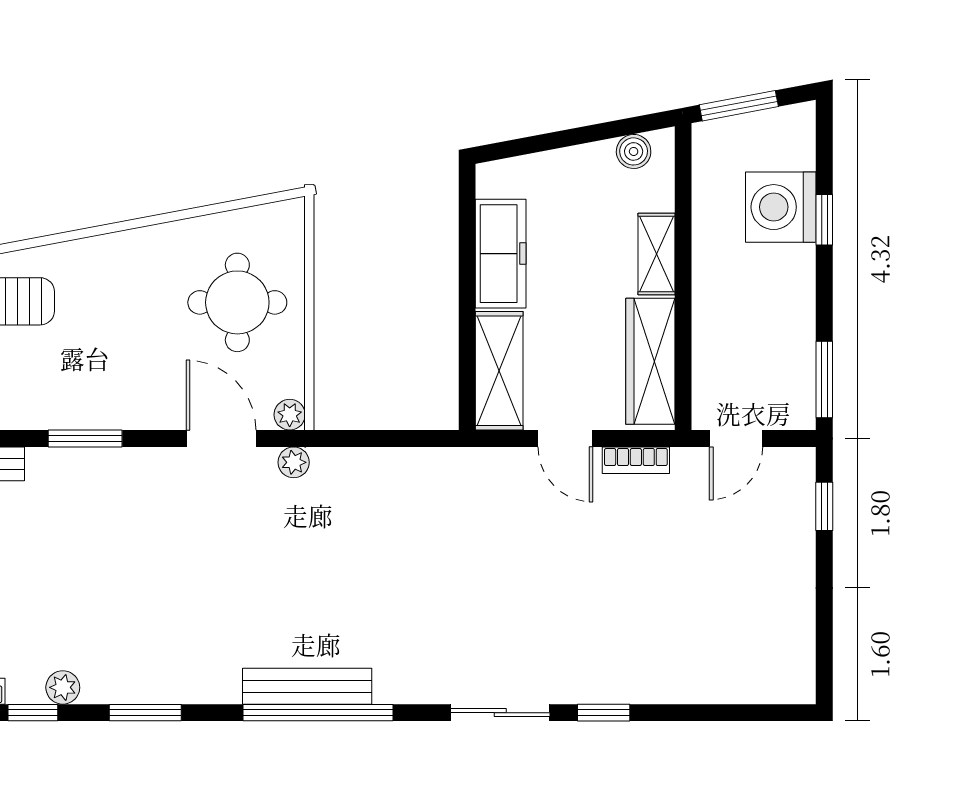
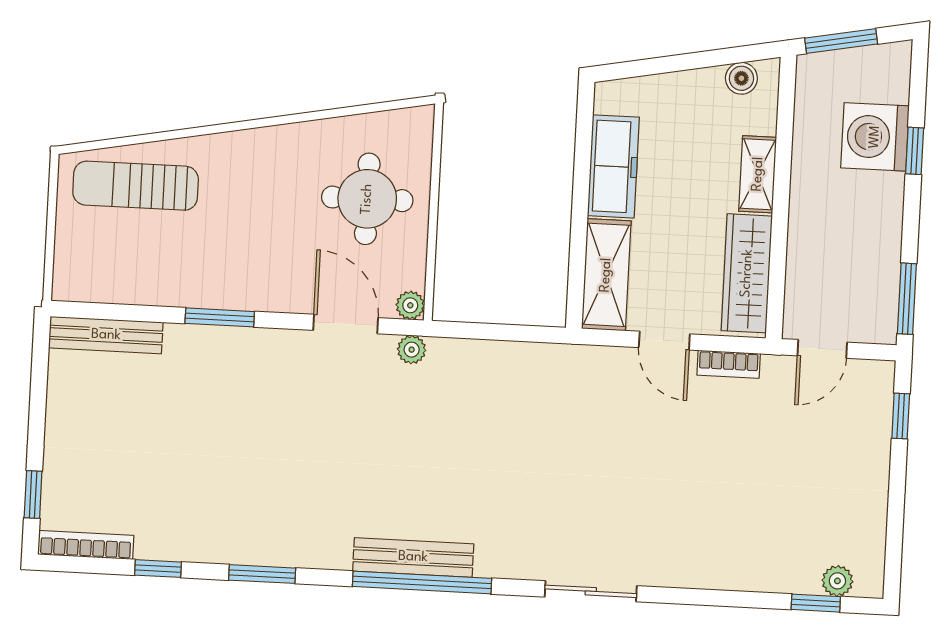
plant: (63, 687) -> (837, 581), moved
window: (604, 713) -> (816, 603), moved

